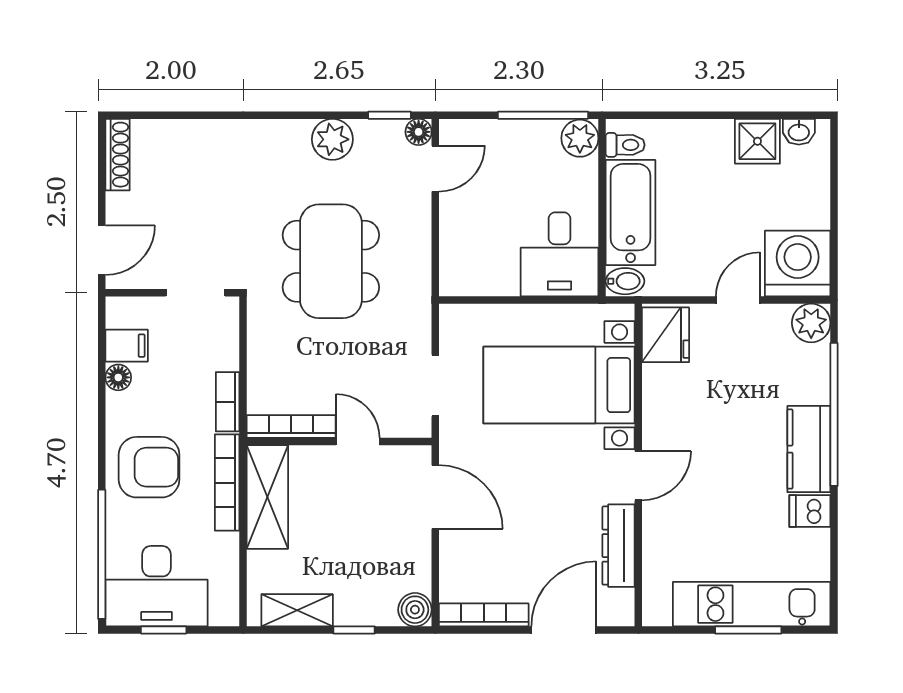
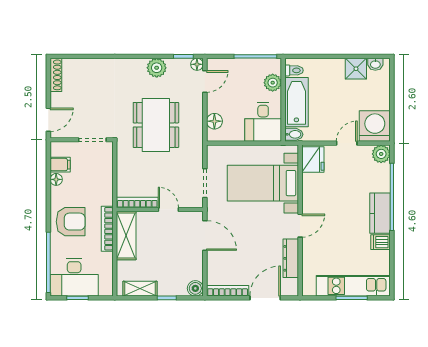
plant: (580, 138) -> (273, 83), moved
floor lamp: (456, 253) -> (214, 121), added
bookcase: (228, 402) -> (107, 191), removed

